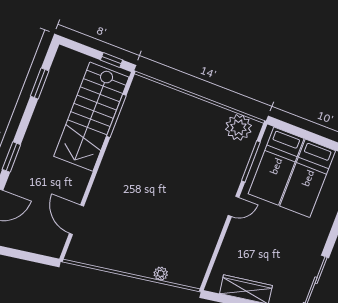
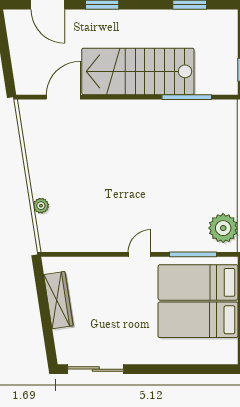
stairs: (91, 117) -> (138, 71), moved
door: (234, 206) -> (139, 254), swing flipped

